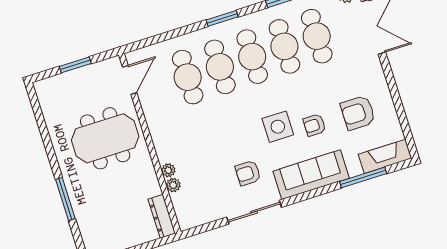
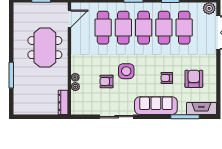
armchair: (358, 113) -> (194, 79), turned 90
side table: (278, 127) -> (126, 71), moved
meeting table: (105, 138) -> (45, 48), turned 90
armchair: (248, 173) -> (107, 81), moved

